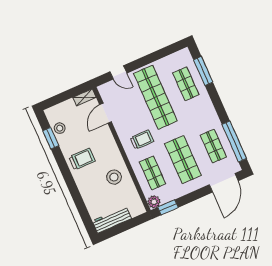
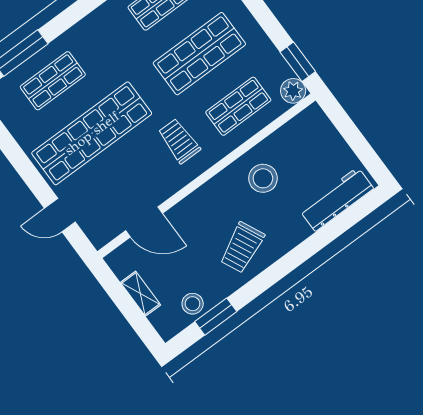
door: (118, 72) -> (60, 215), swing flipped
shelving: (84, 97) -> (141, 294), moved
trolley: (82, 159) -> (242, 248), turned -115
workbench: (112, 220) -> (337, 199), moved, turned 90

